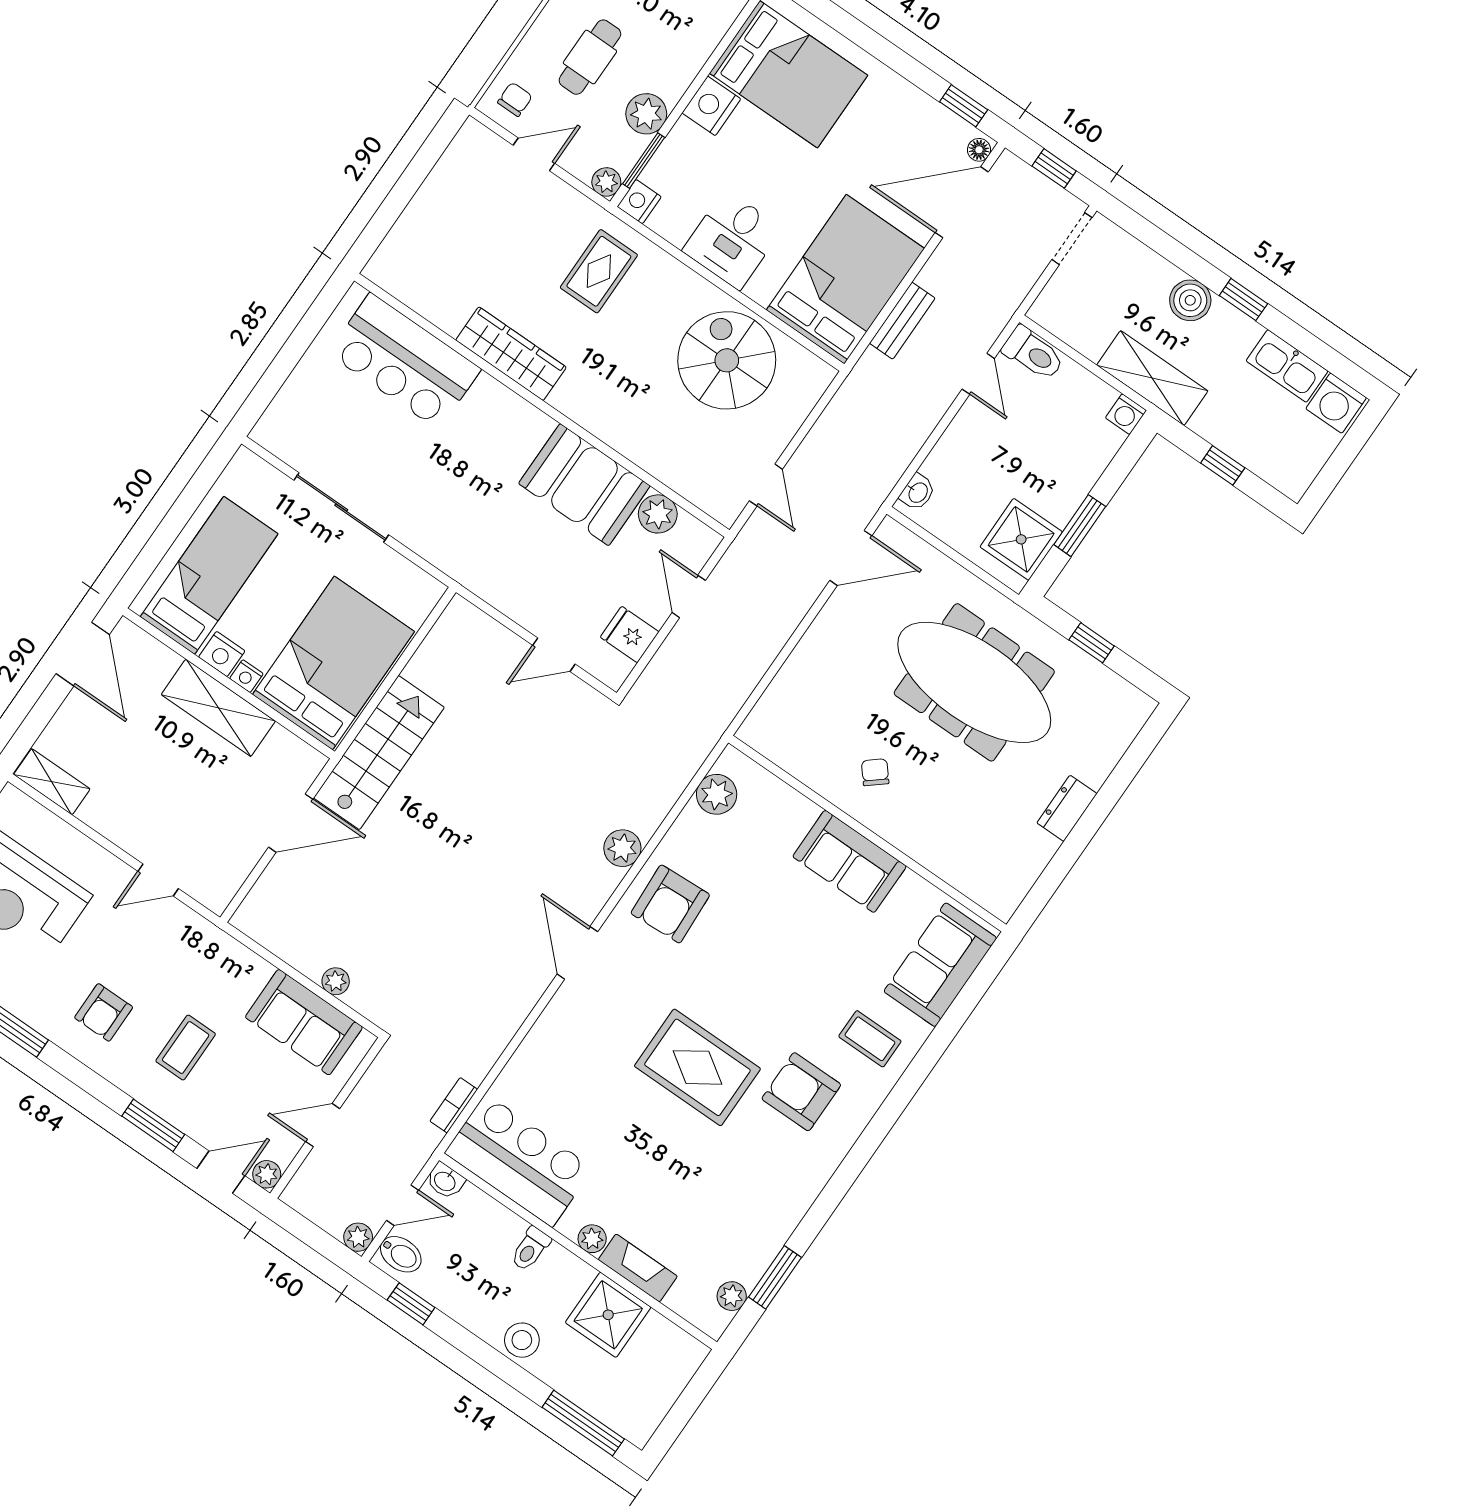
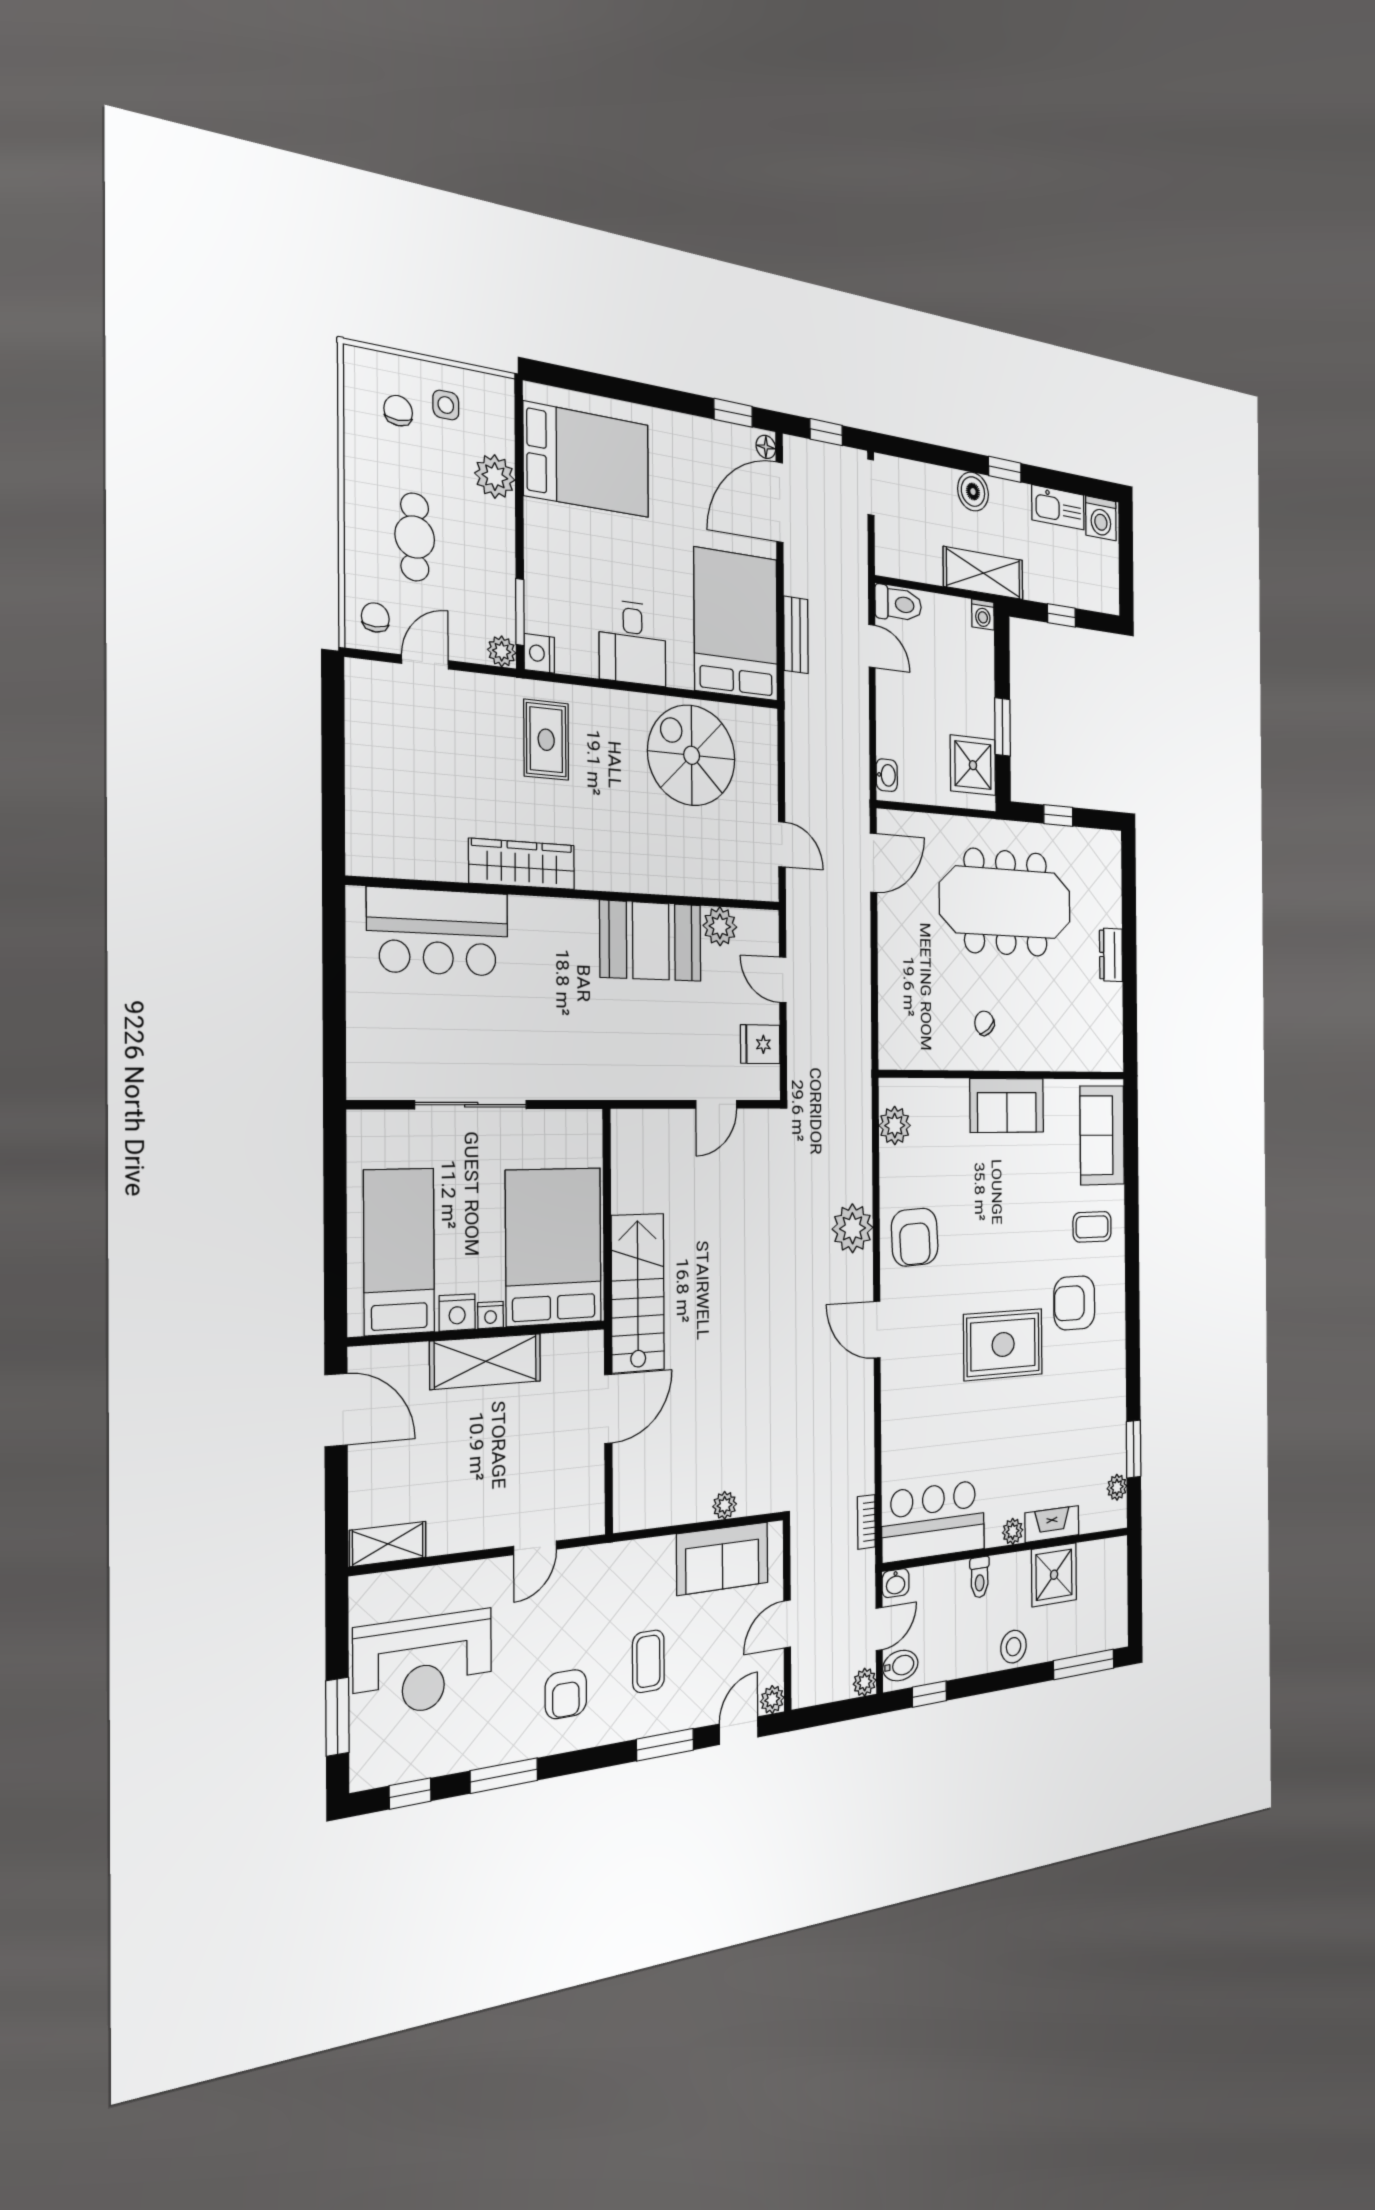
nightstand: (711, 106) -> (543, 526), removed
plant: (646, 114) -> (495, 476), moved
plant: (622, 848) -> (853, 1228), width x1.36, depth x1.36

